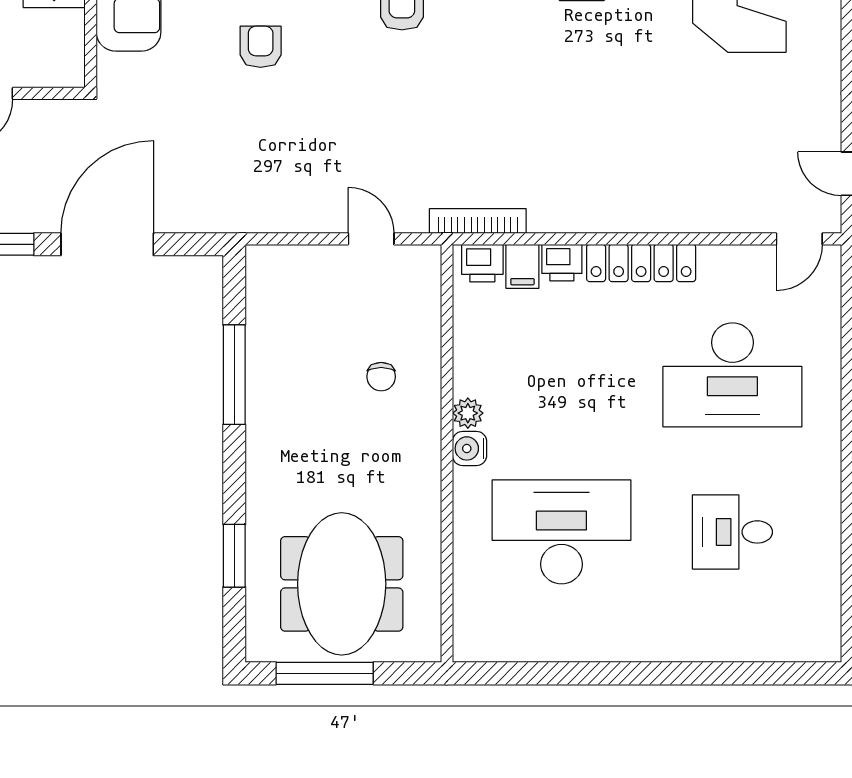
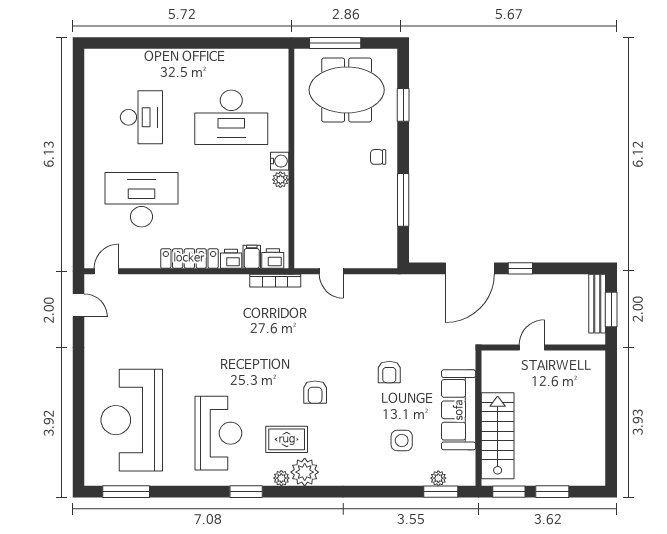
chair: (381, 377) -> (378, 157), moved, turned -90
desk: (732, 532) -> (141, 117), width x1.37
meeting table: (342, 584) -> (347, 90), turned 90
window: (325, 673) -> (335, 43), moved

